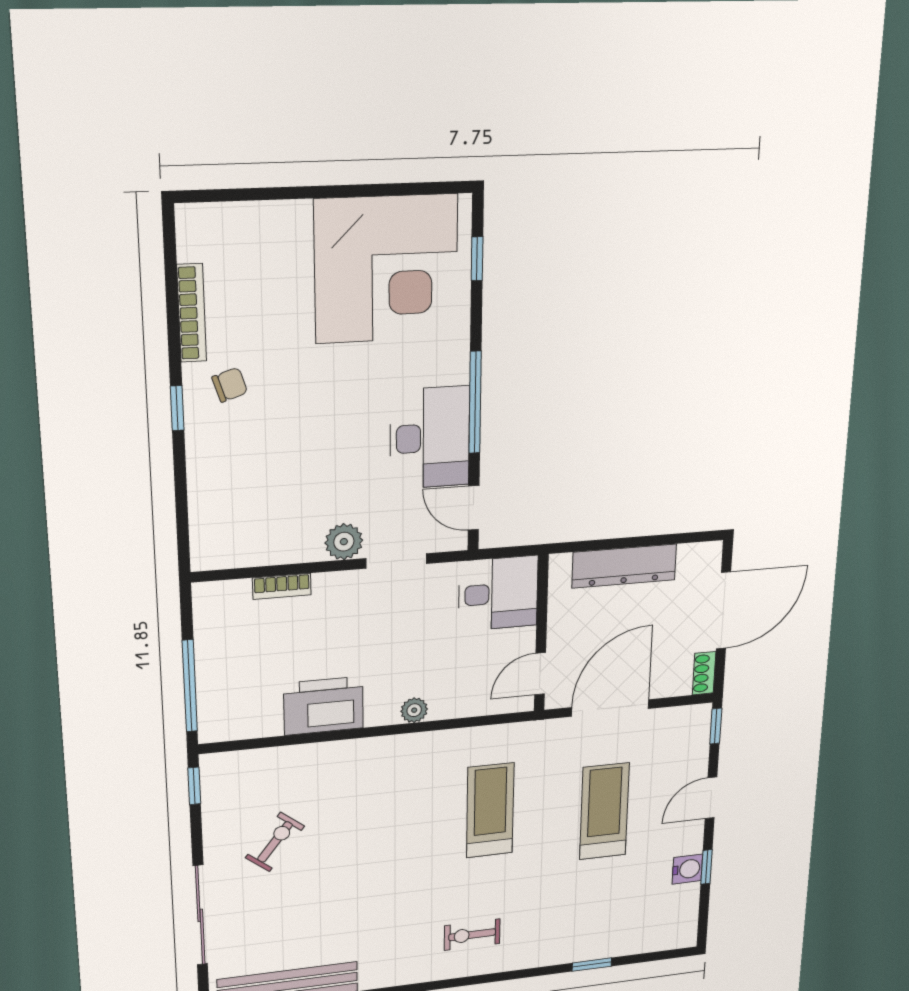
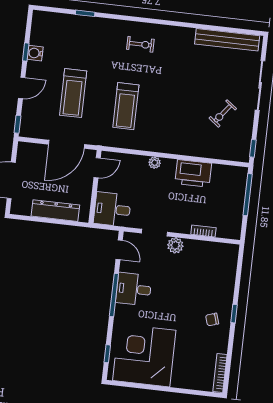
bookcase: (192, 313) -> (220, 373), moved
desk: (430, 438) -> (134, 289), width x0.73
shoe rack: (704, 673) -> (22, 152), removed

